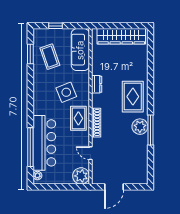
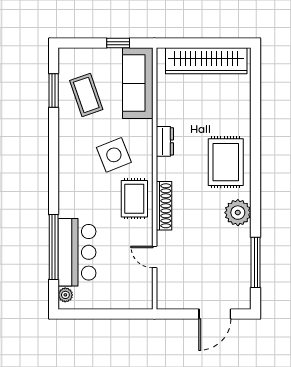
window: (56, 26) -> (118, 43), moved
window: (150, 130) -> (256, 262), moved
bar counter: (44, 143) -> (77, 252), width x0.73
plant: (81, 176) -> (139, 296), removed
door: (114, 187) -> (215, 314), moved

